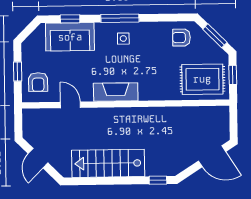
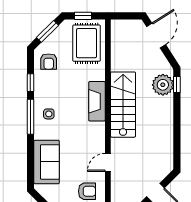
window: (70, 19) -> (30, 83), moved
fireplace: (116, 92) -> (97, 101), moved
stairs: (108, 163) -> (123, 105), moved, turned 180
plant: (157, 165) -> (163, 85), added

